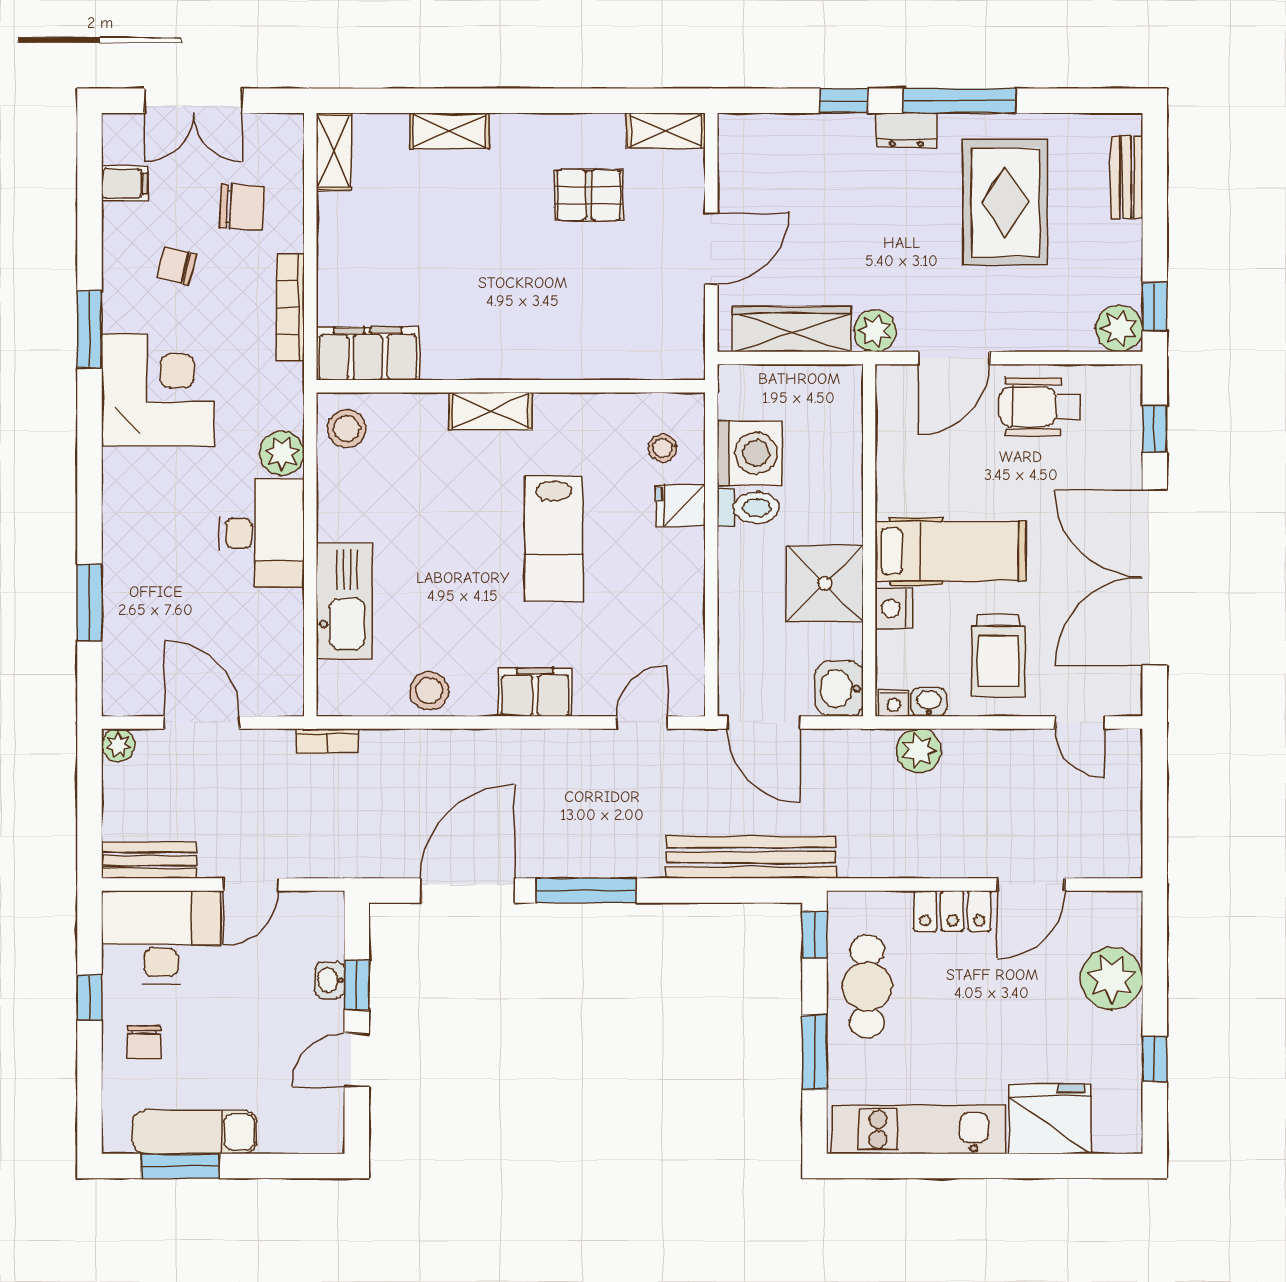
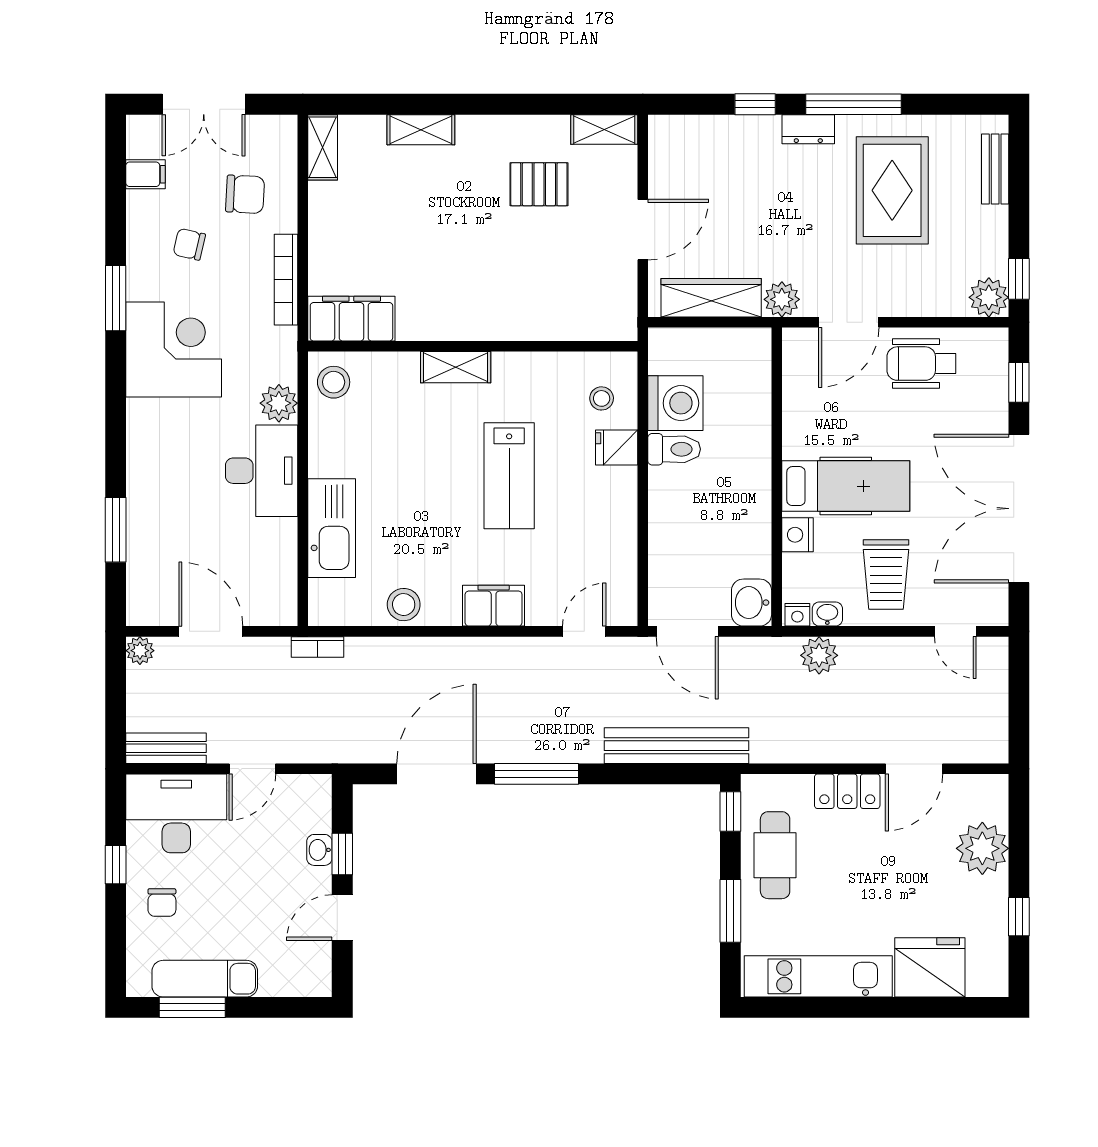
shower: (825, 584) -> (739, 514), removed

